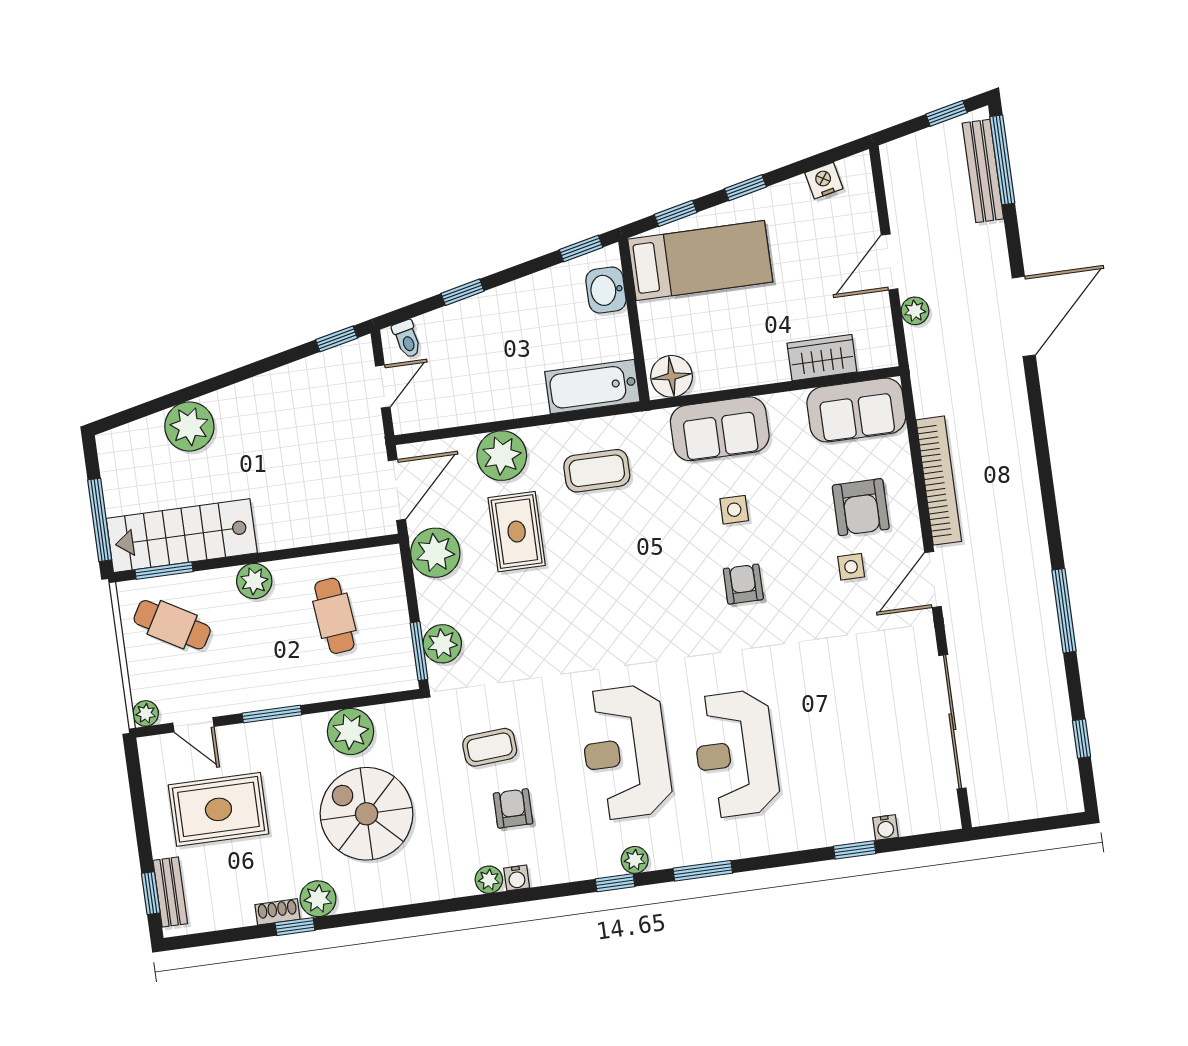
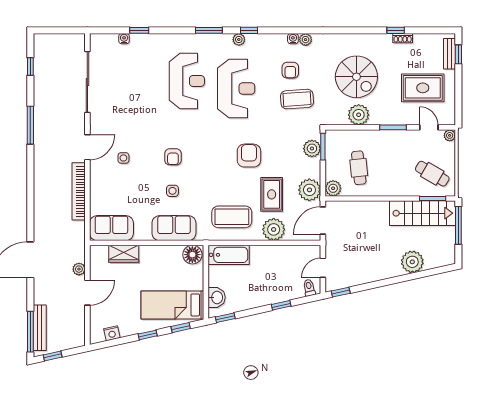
coffee table: (597, 471) -> (232, 217), width x1.36, depth x1.32
armchair: (861, 507) -> (249, 156), moved
plant: (254, 581) -> (333, 188), moved
coffee table: (490, 747) -> (297, 99), width x1.36, depth x1.30
plant: (318, 899) -> (384, 42), removed

